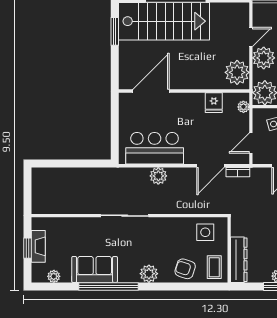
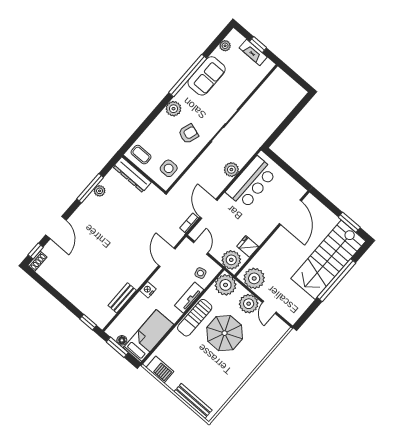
plant: (243, 107) -> (231, 260), width x1.88, depth x1.88
armchair: (185, 269) -> (188, 134), moved

